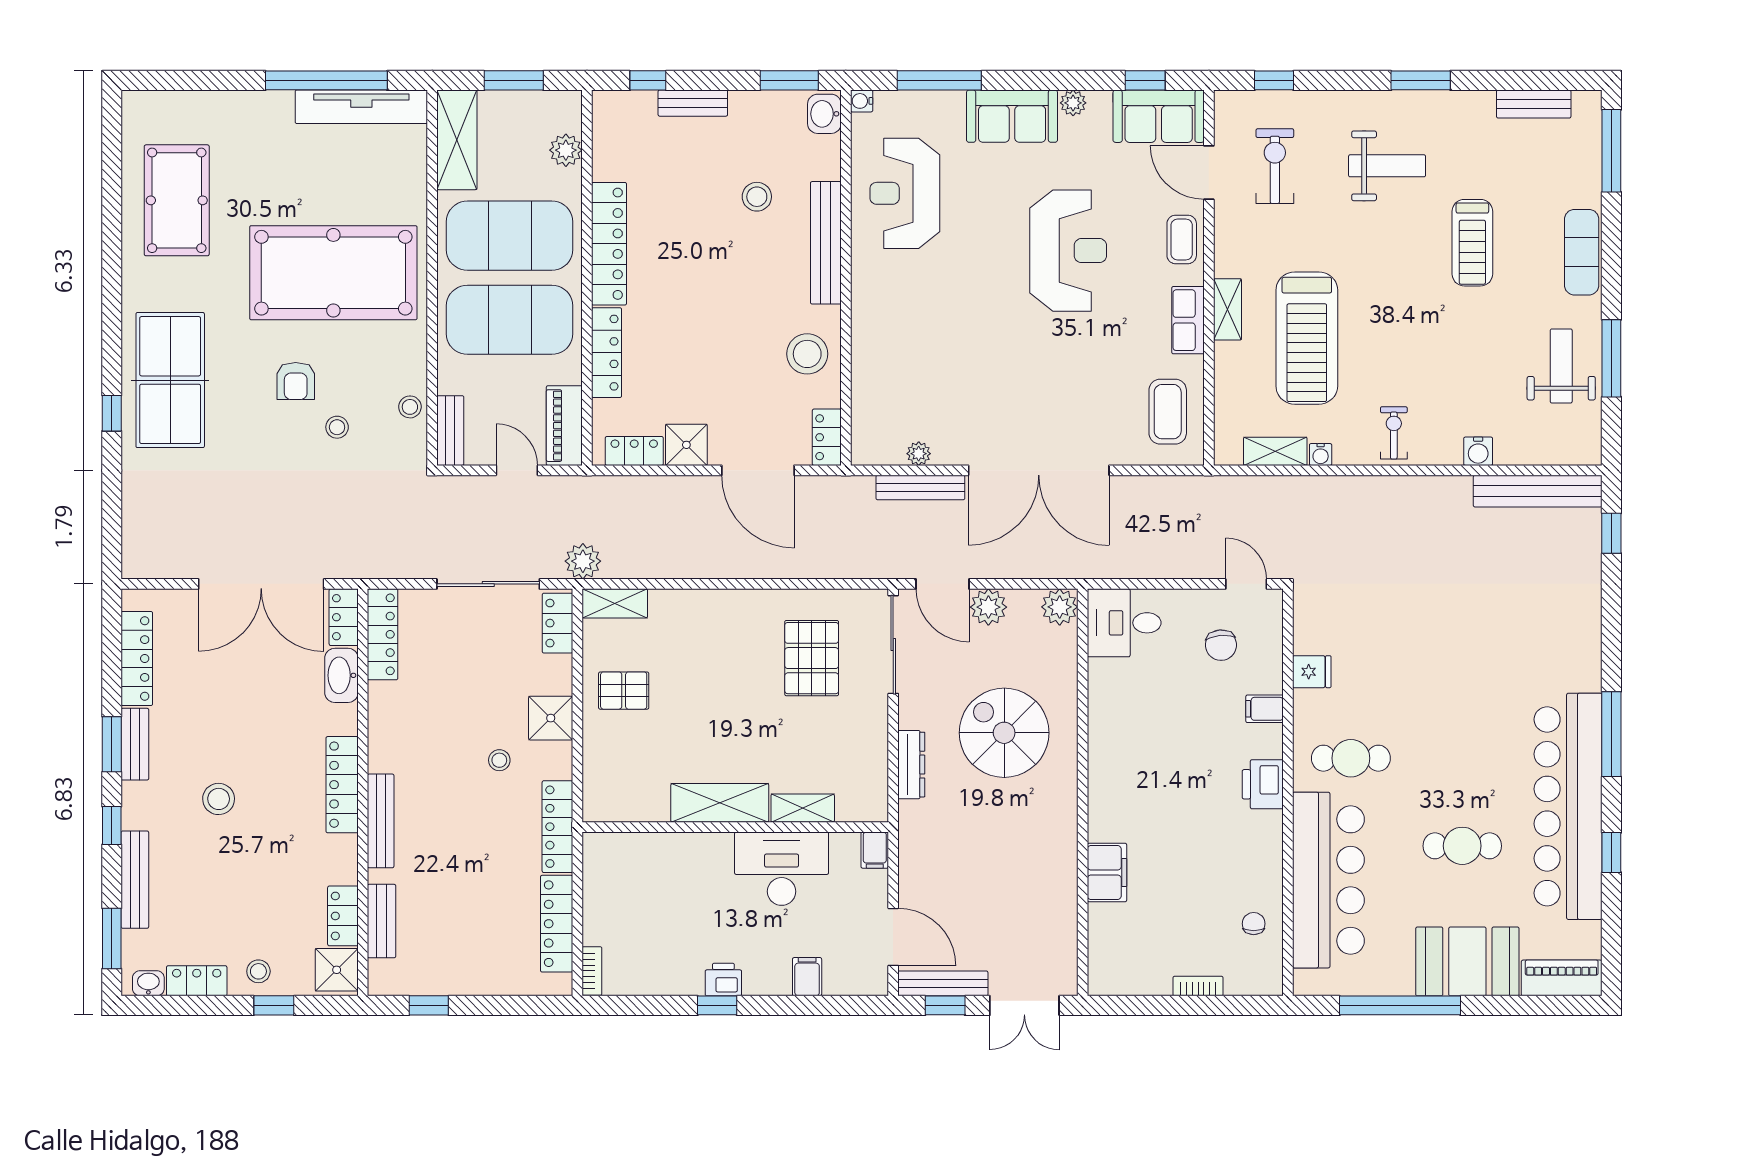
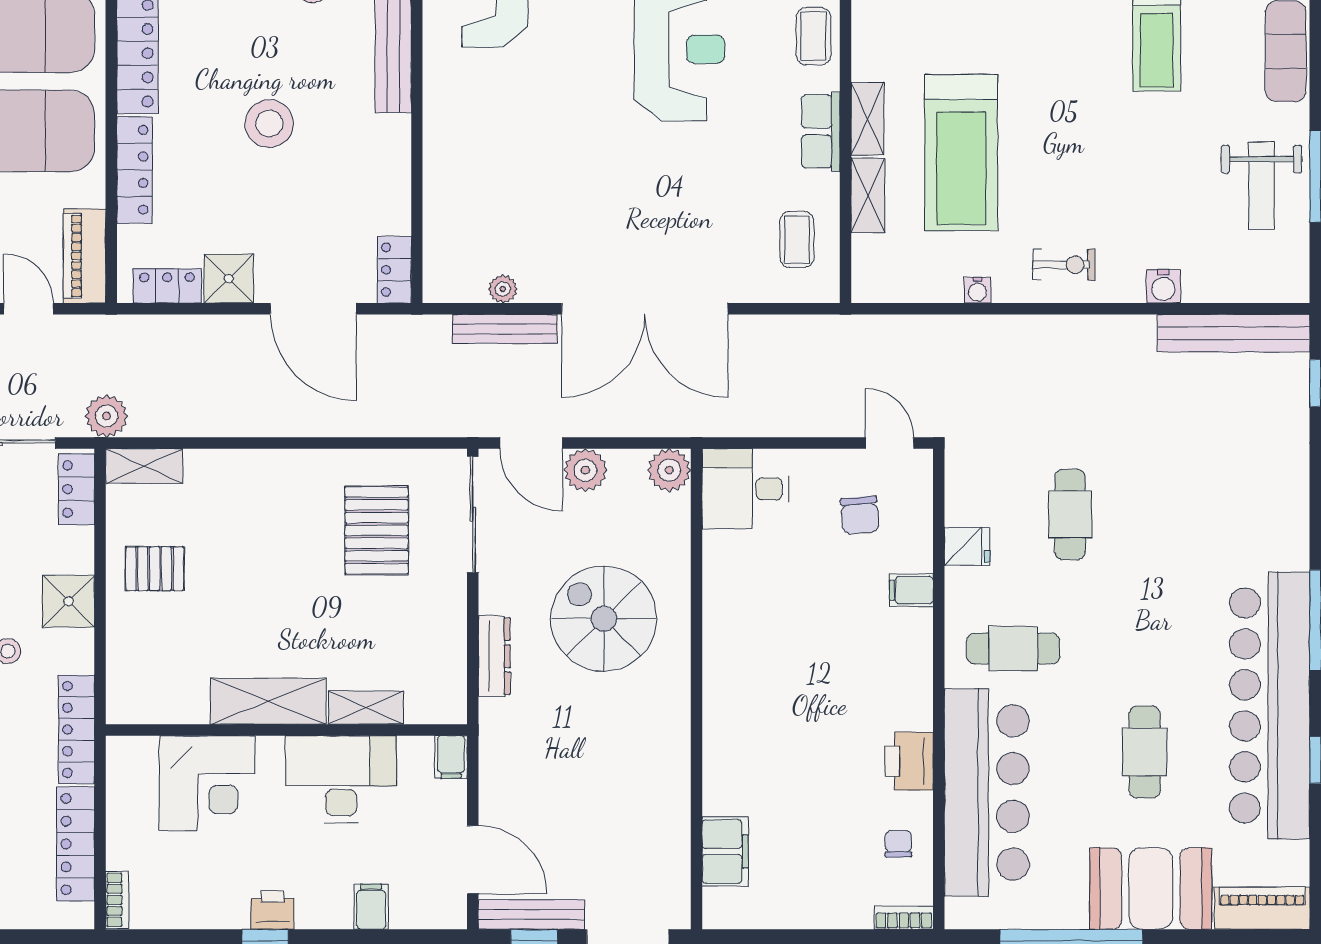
stool: (807, 354) -> (269, 124), moved
weight bench: (1561, 366) -> (1261, 185), turned 180
coffee table: (1168, 412) -> (797, 239), width x0.73, depth x0.77
exercise bike: (1394, 433) -> (1064, 265), turned 90
shelving: (1275, 451) -> (868, 195), moved, turned 90
cafe table: (1399, 644) -> (1070, 514), added
printer: (1263, 784) -> (909, 761), moved
cafe table: (1462, 846) -> (1145, 752), turned 90
corner desk: (668, 872) -> (207, 783), added
filing cabinet: (1107, 873) -> (725, 851), moved
bookcase: (1198, 986) -> (904, 918), moved

